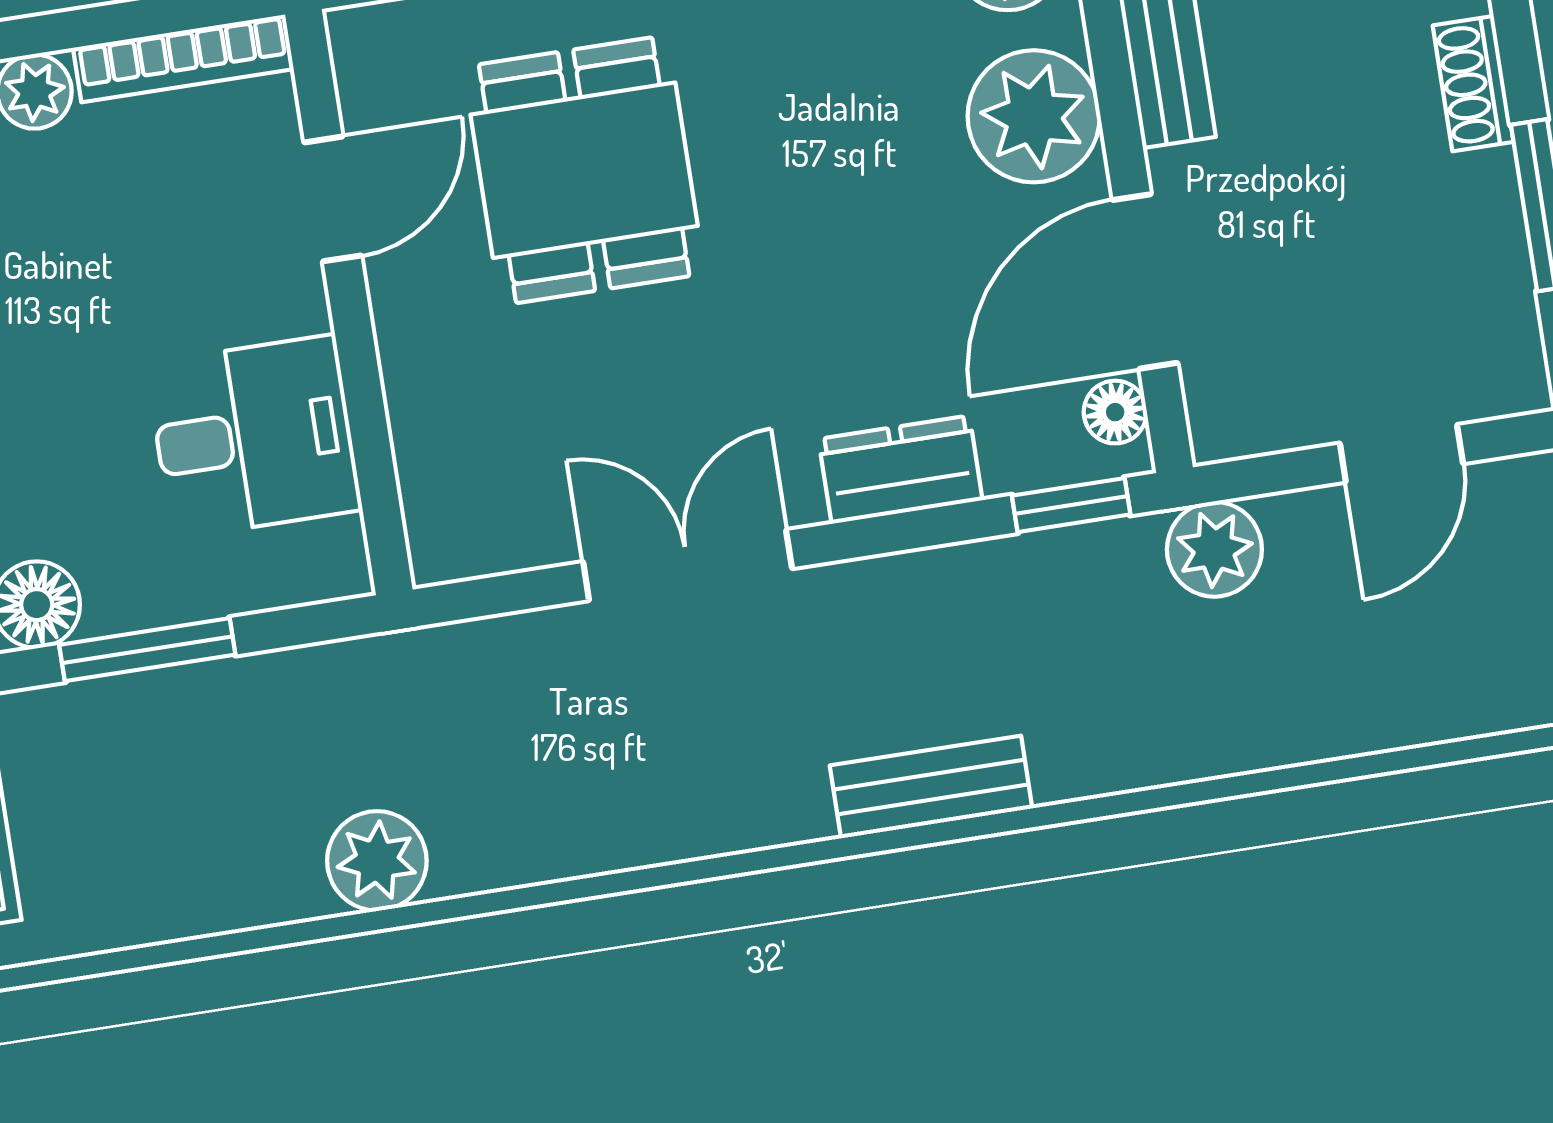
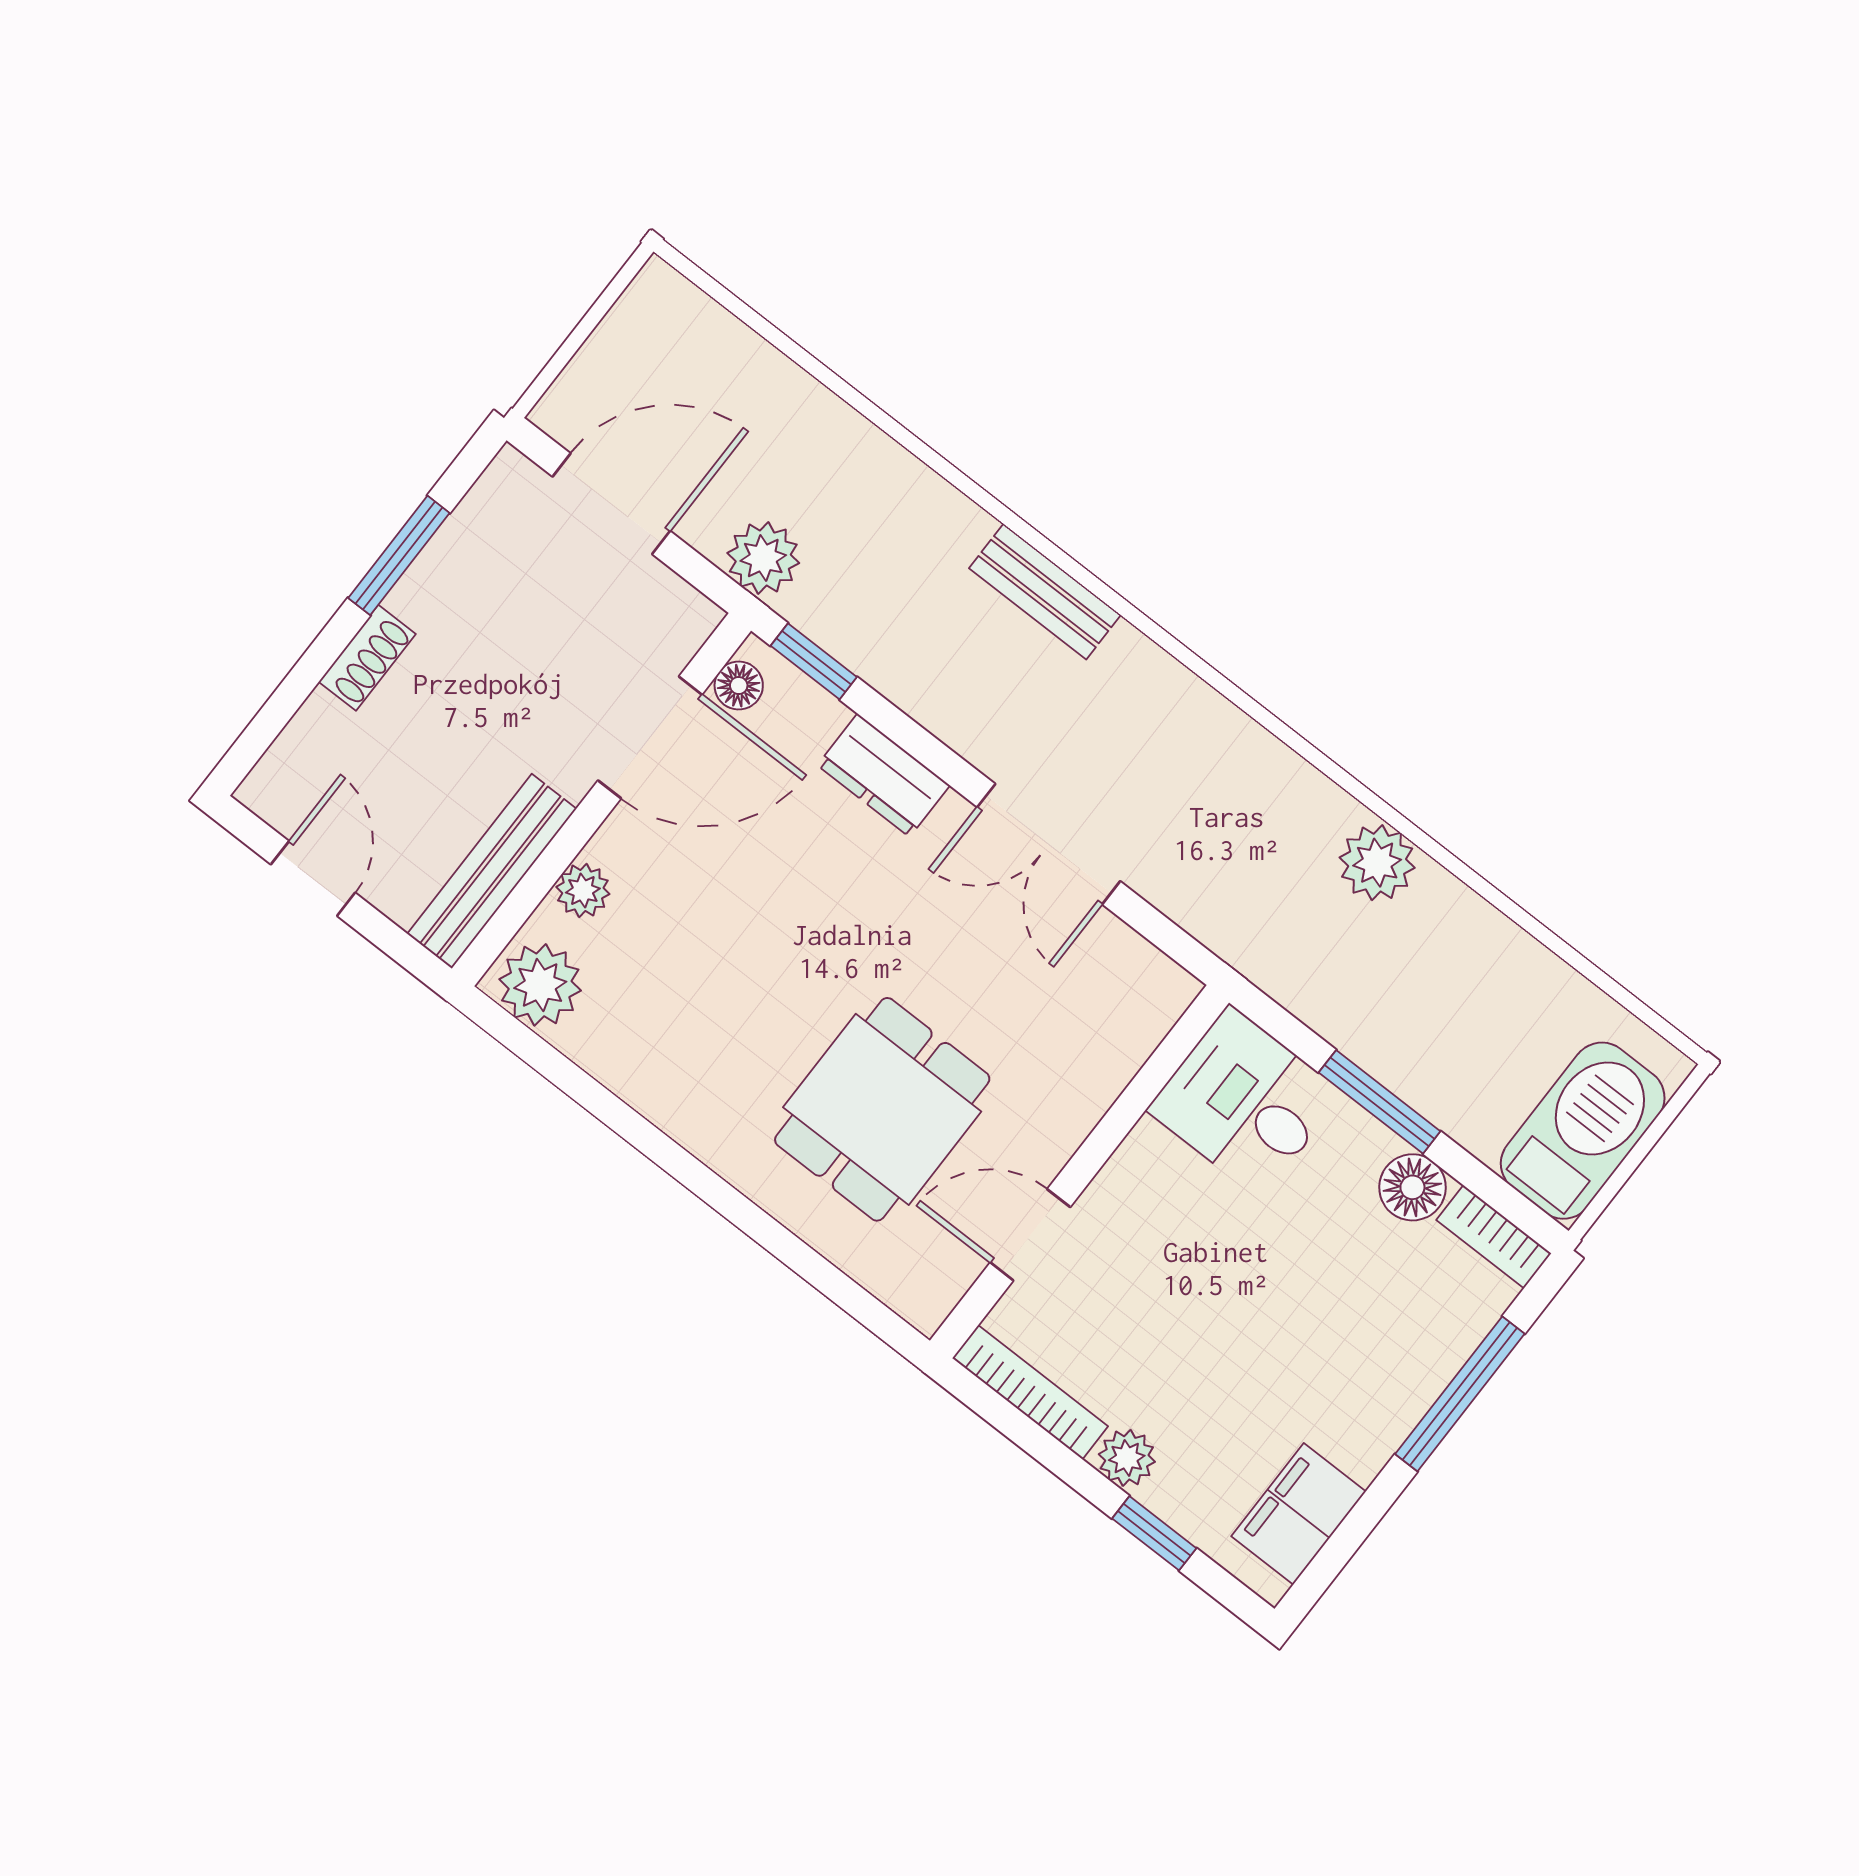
plant: (1034, 116) -> (583, 890), width x0.53, depth x0.53
desk: (254, 437) -> (1245, 1102), moved
door: (1401, 453) -> (611, 504), width x1.38

